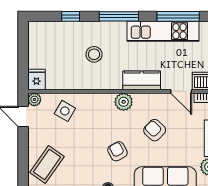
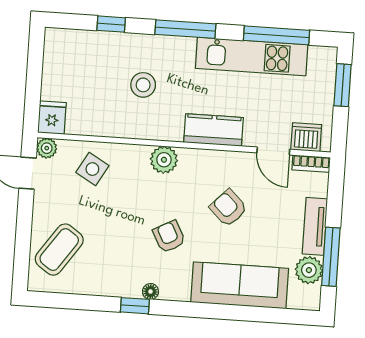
plant: (124, 102) -> (164, 160), moved

